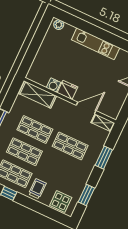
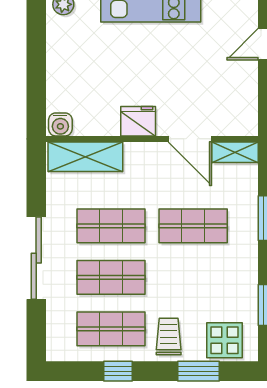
water cooler: (54, 85) -> (60, 124), moved
door: (86, 108) -> (190, 139), swing flipped
window: (43, 210) -> (199, 371), added

